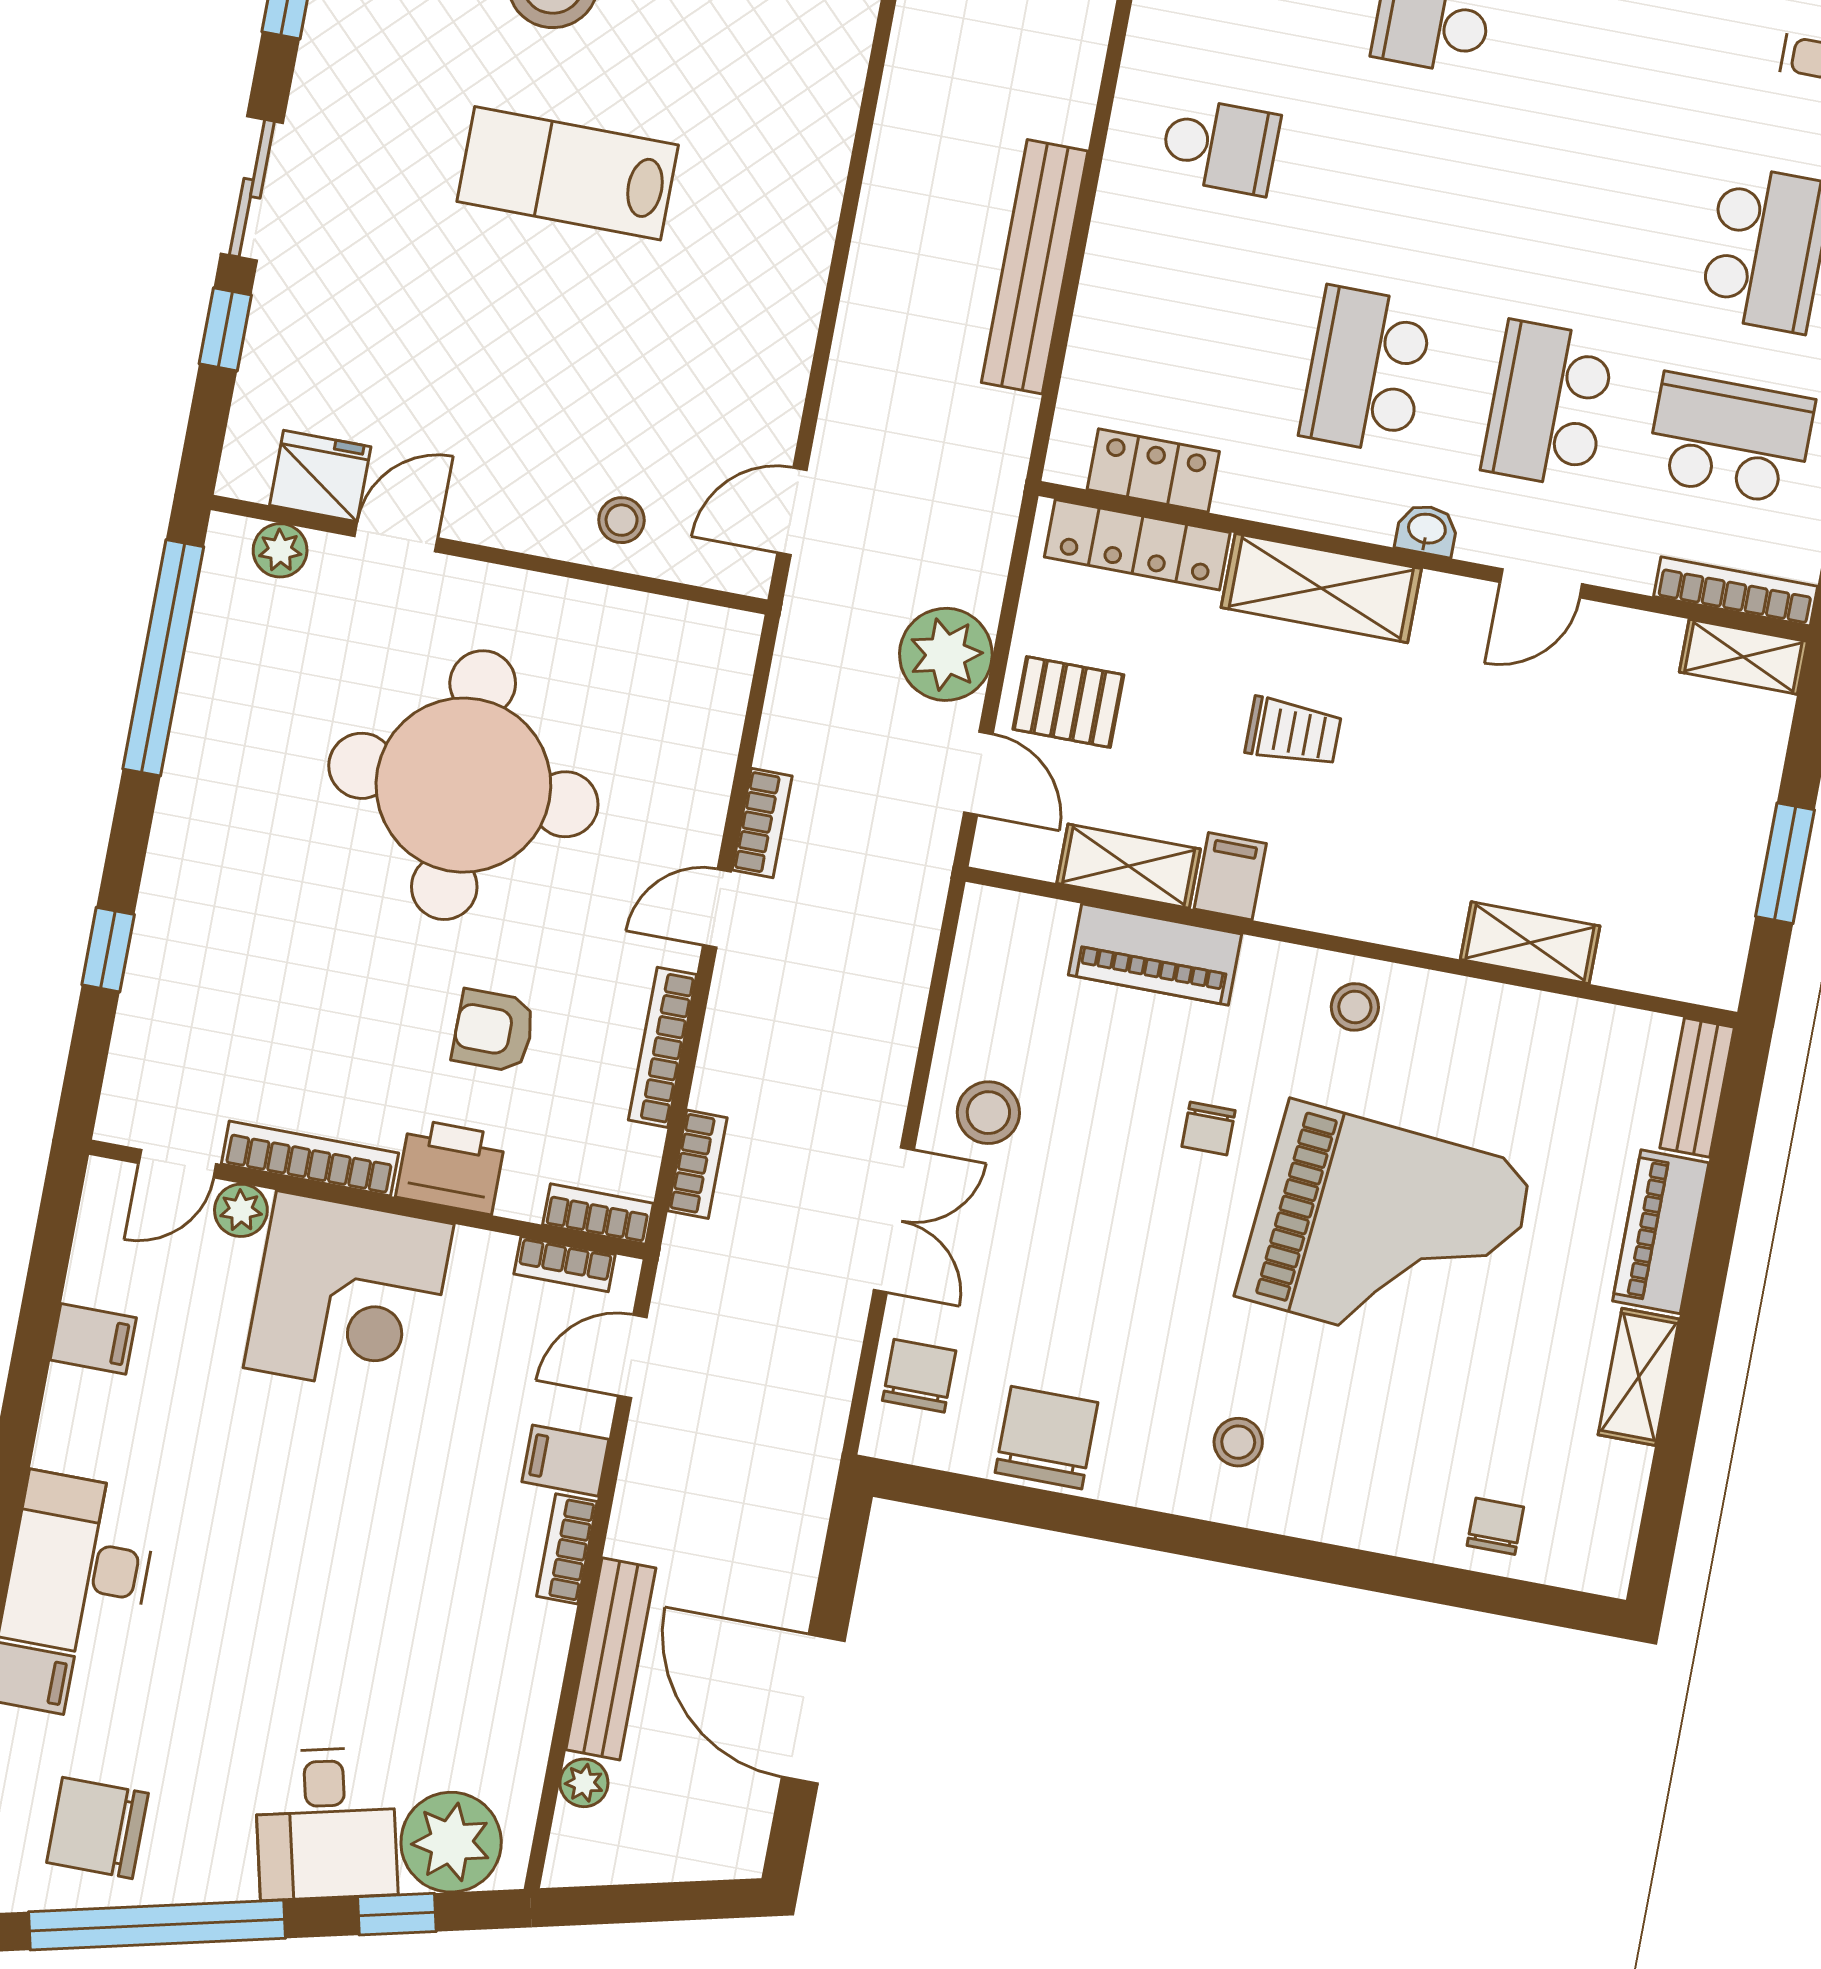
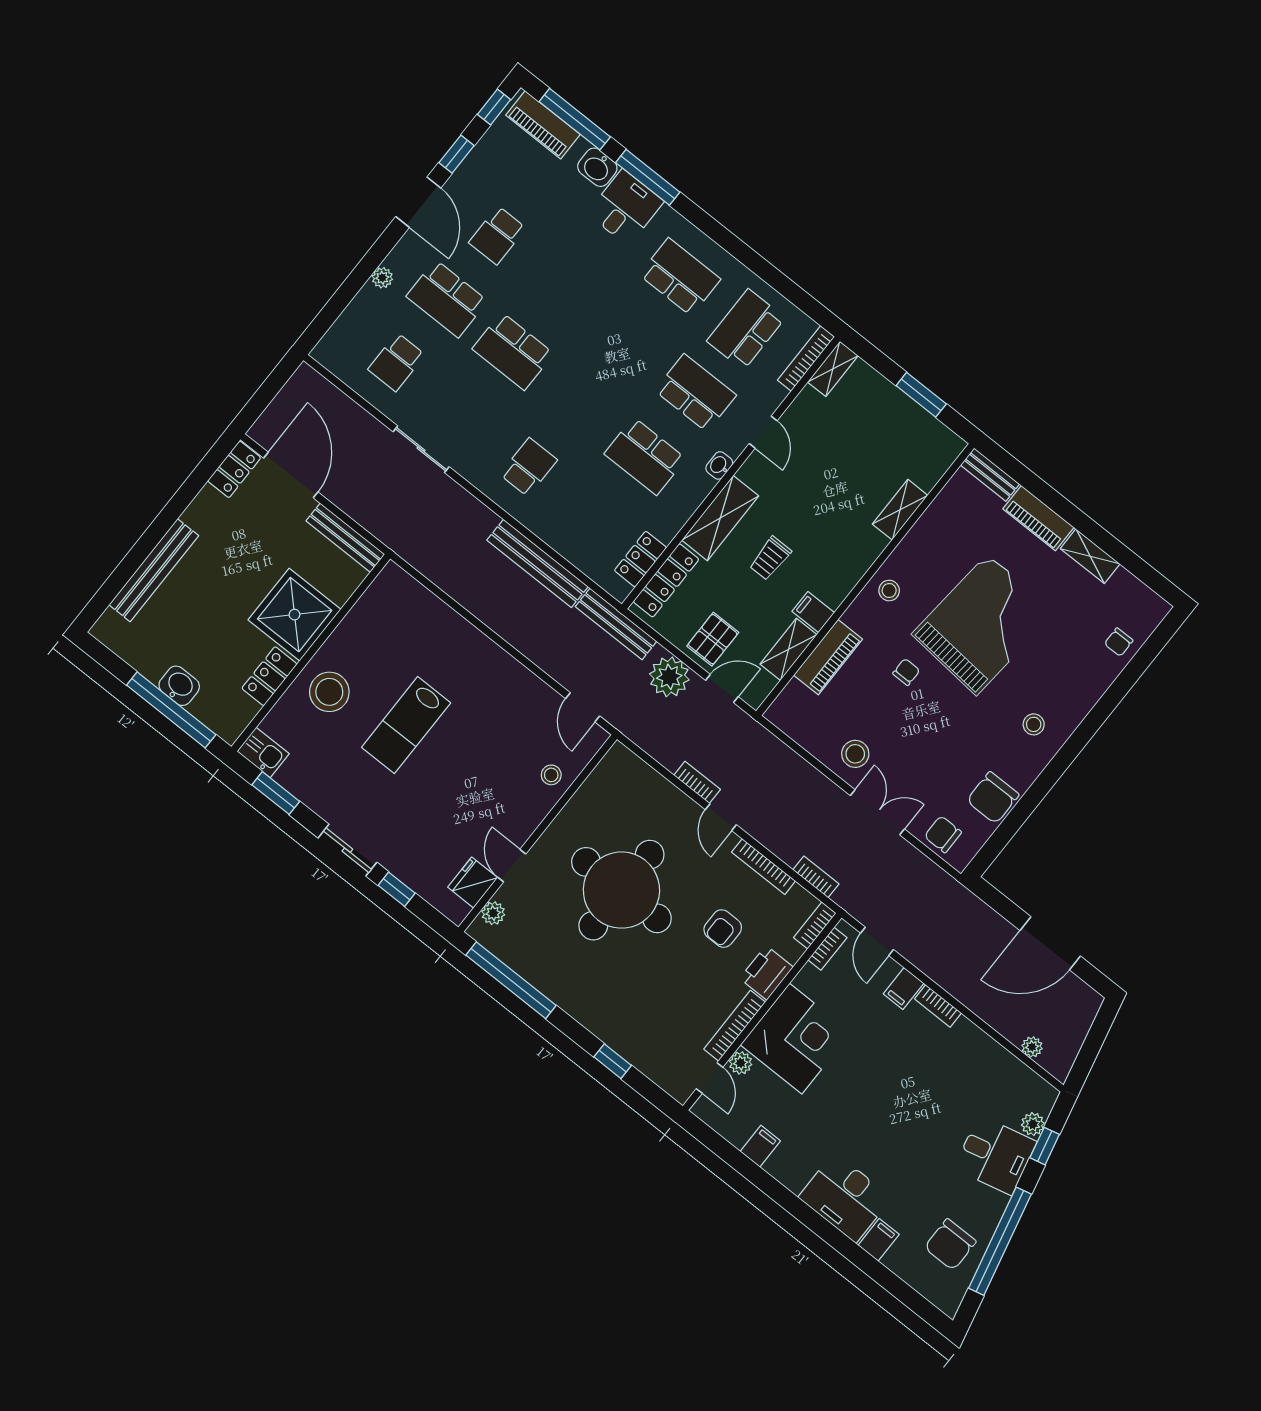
school desk: (1548, 404) -> (695, 393), turned 180
trolley: (1293, 732) -> (770, 558), turned 180
chair: (1208, 1129) -> (906, 672), turned -90
chair: (1046, 1438) -> (993, 798), turned -90
chair: (1495, 1526) -> (1119, 642), turned -90
bench: (611, 1659) -> (616, 624), moved
plant: (451, 1842) -> (1033, 1124), width x0.53, depth x0.53

